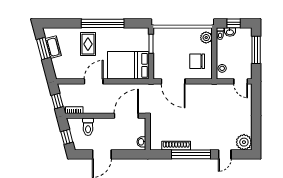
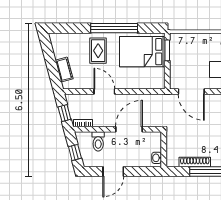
cot: (53, 47) -> (64, 70), moved
window: (43, 48) -> (49, 56), removed
bed: (128, 65) -> (142, 52), moved
door: (94, 81) -> (104, 92), hinge flipped
door: (126, 116) -> (129, 129), moved

